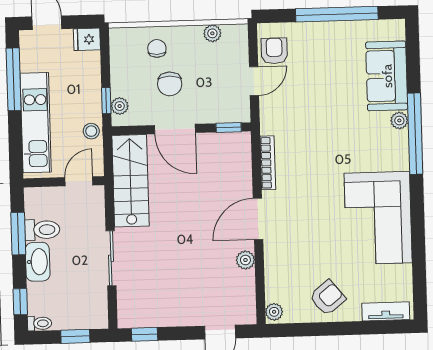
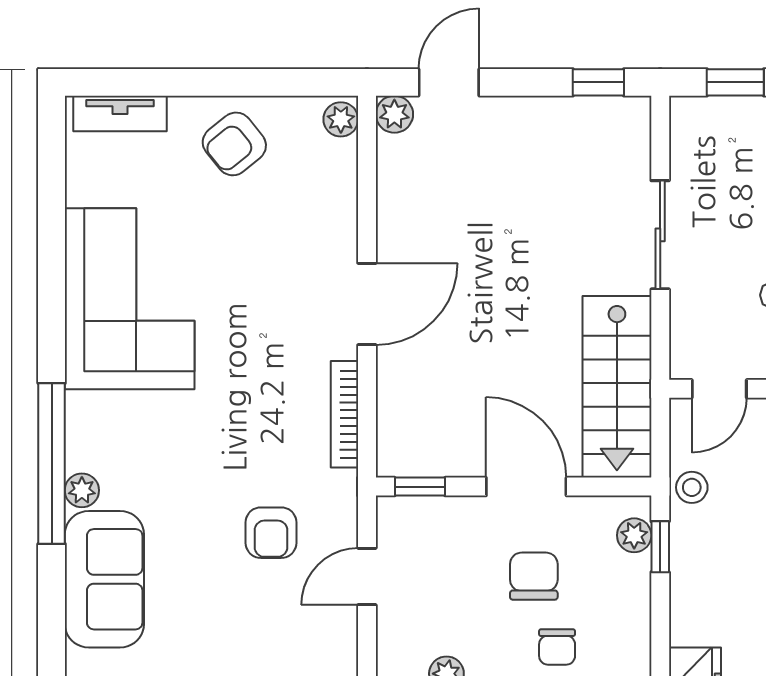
armchair: (274, 51) -> (271, 533), moved
plant: (245, 260) -> (394, 114), moved

